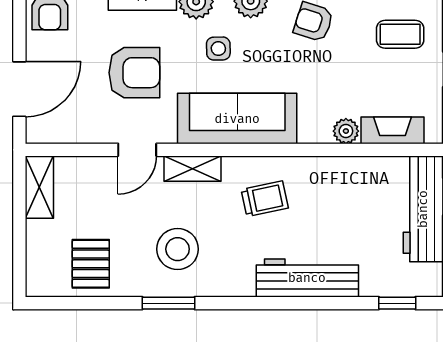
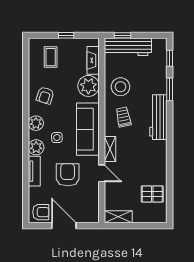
door: (19, 89) -> (64, 226), moved
plant: (346, 131) -> (88, 86), width x1.88, depth x1.88
stool: (178, 249) -> (120, 87), moved
workbench: (307, 278) -> (158, 117), moved
window: (169, 303) -> (170, 89), moved

